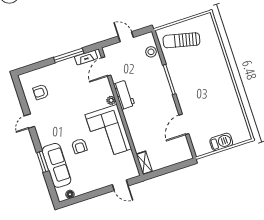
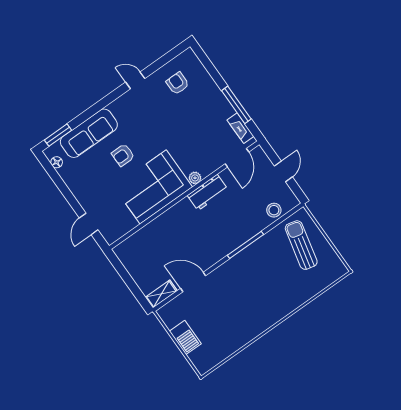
door: (106, 67) -> (237, 158), swing flipped
window: (43, 162) -> (58, 135), moved
shelving: (144, 163) -> (161, 294), moved

